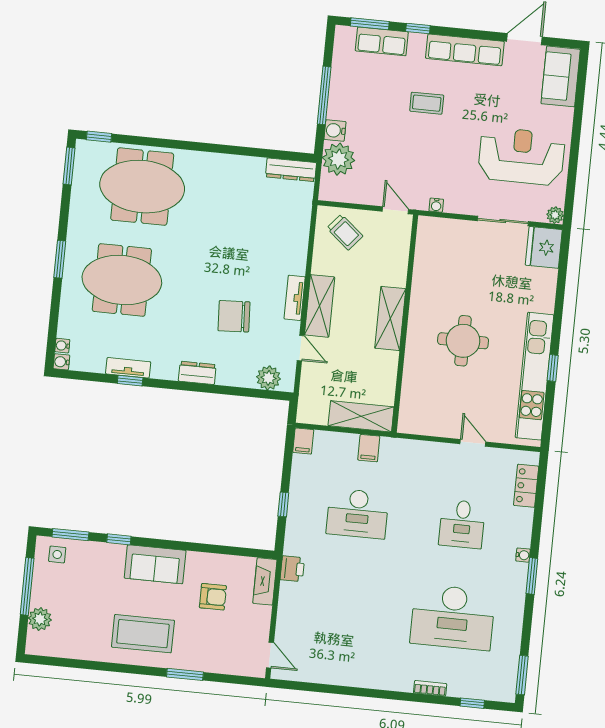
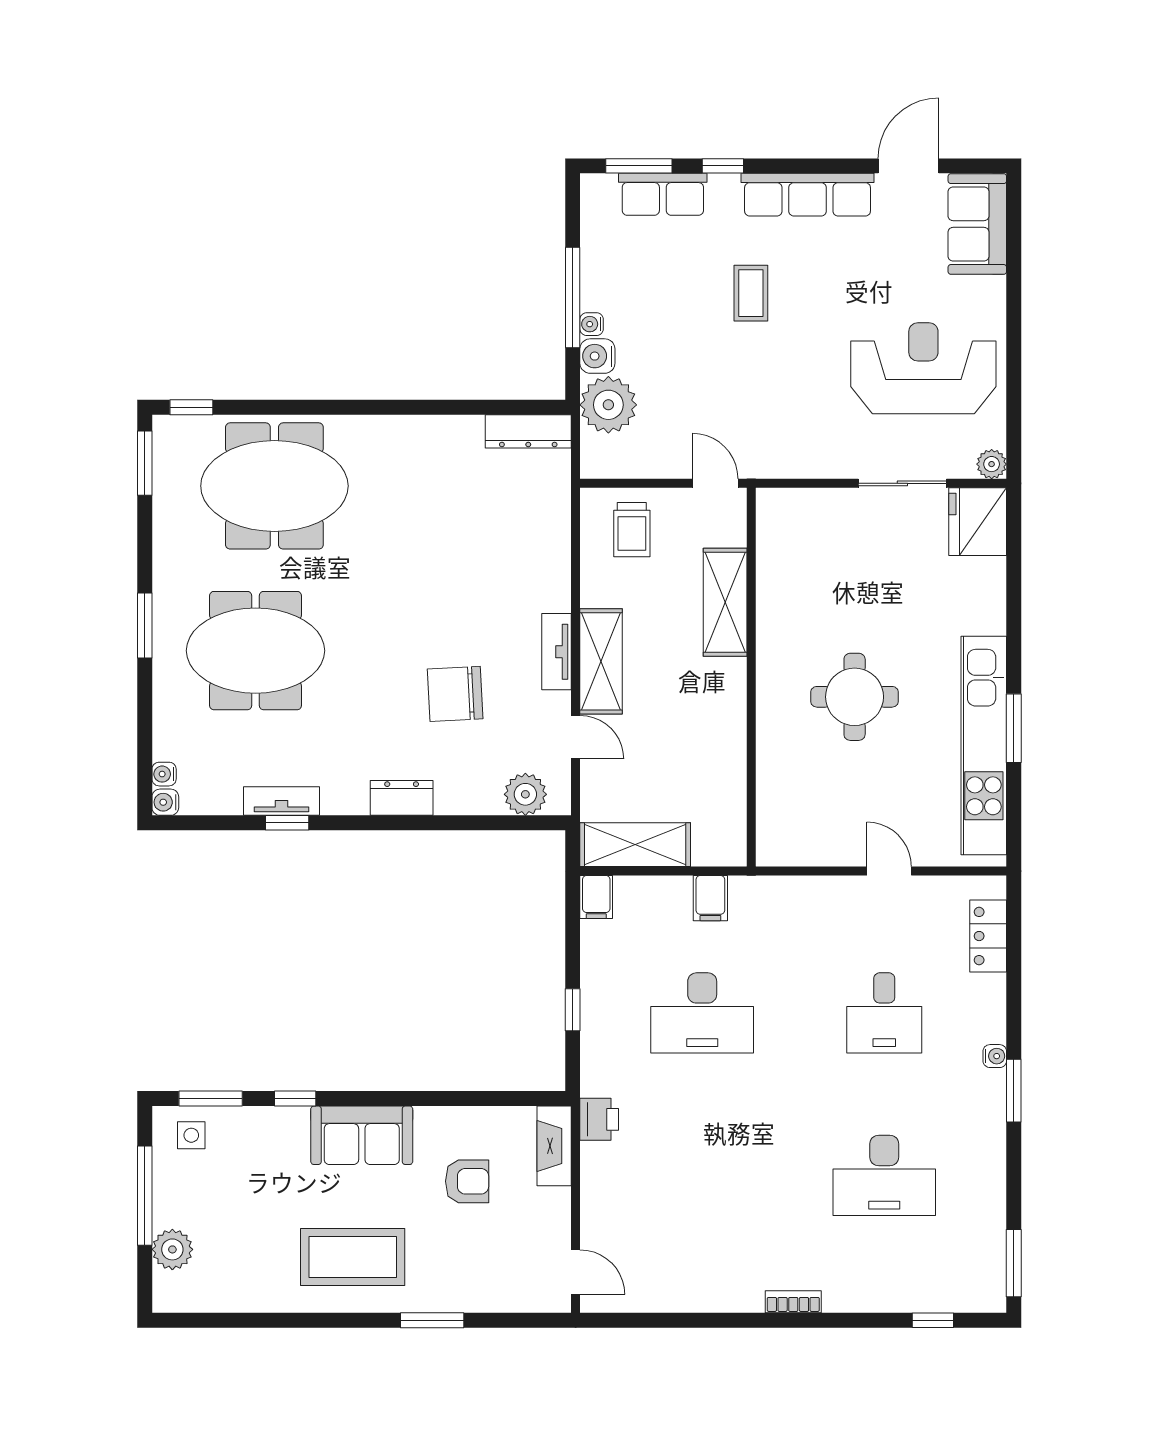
coffee table: (427, 103) -> (751, 293), turned 90
water cooler: (436, 205) -> (592, 324), moved, turned 90
trolley: (345, 232) -> (632, 530), turned 50
shelving: (390, 318) -> (725, 602), moved
window: (553, 368) -> (1014, 728), width x1.50
shelving: (361, 416) -> (635, 845), moved
desk: (453, 617) -> (884, 1175), width x0.73, depth x0.77
bookcase: (430, 688) -> (793, 1302), moved

